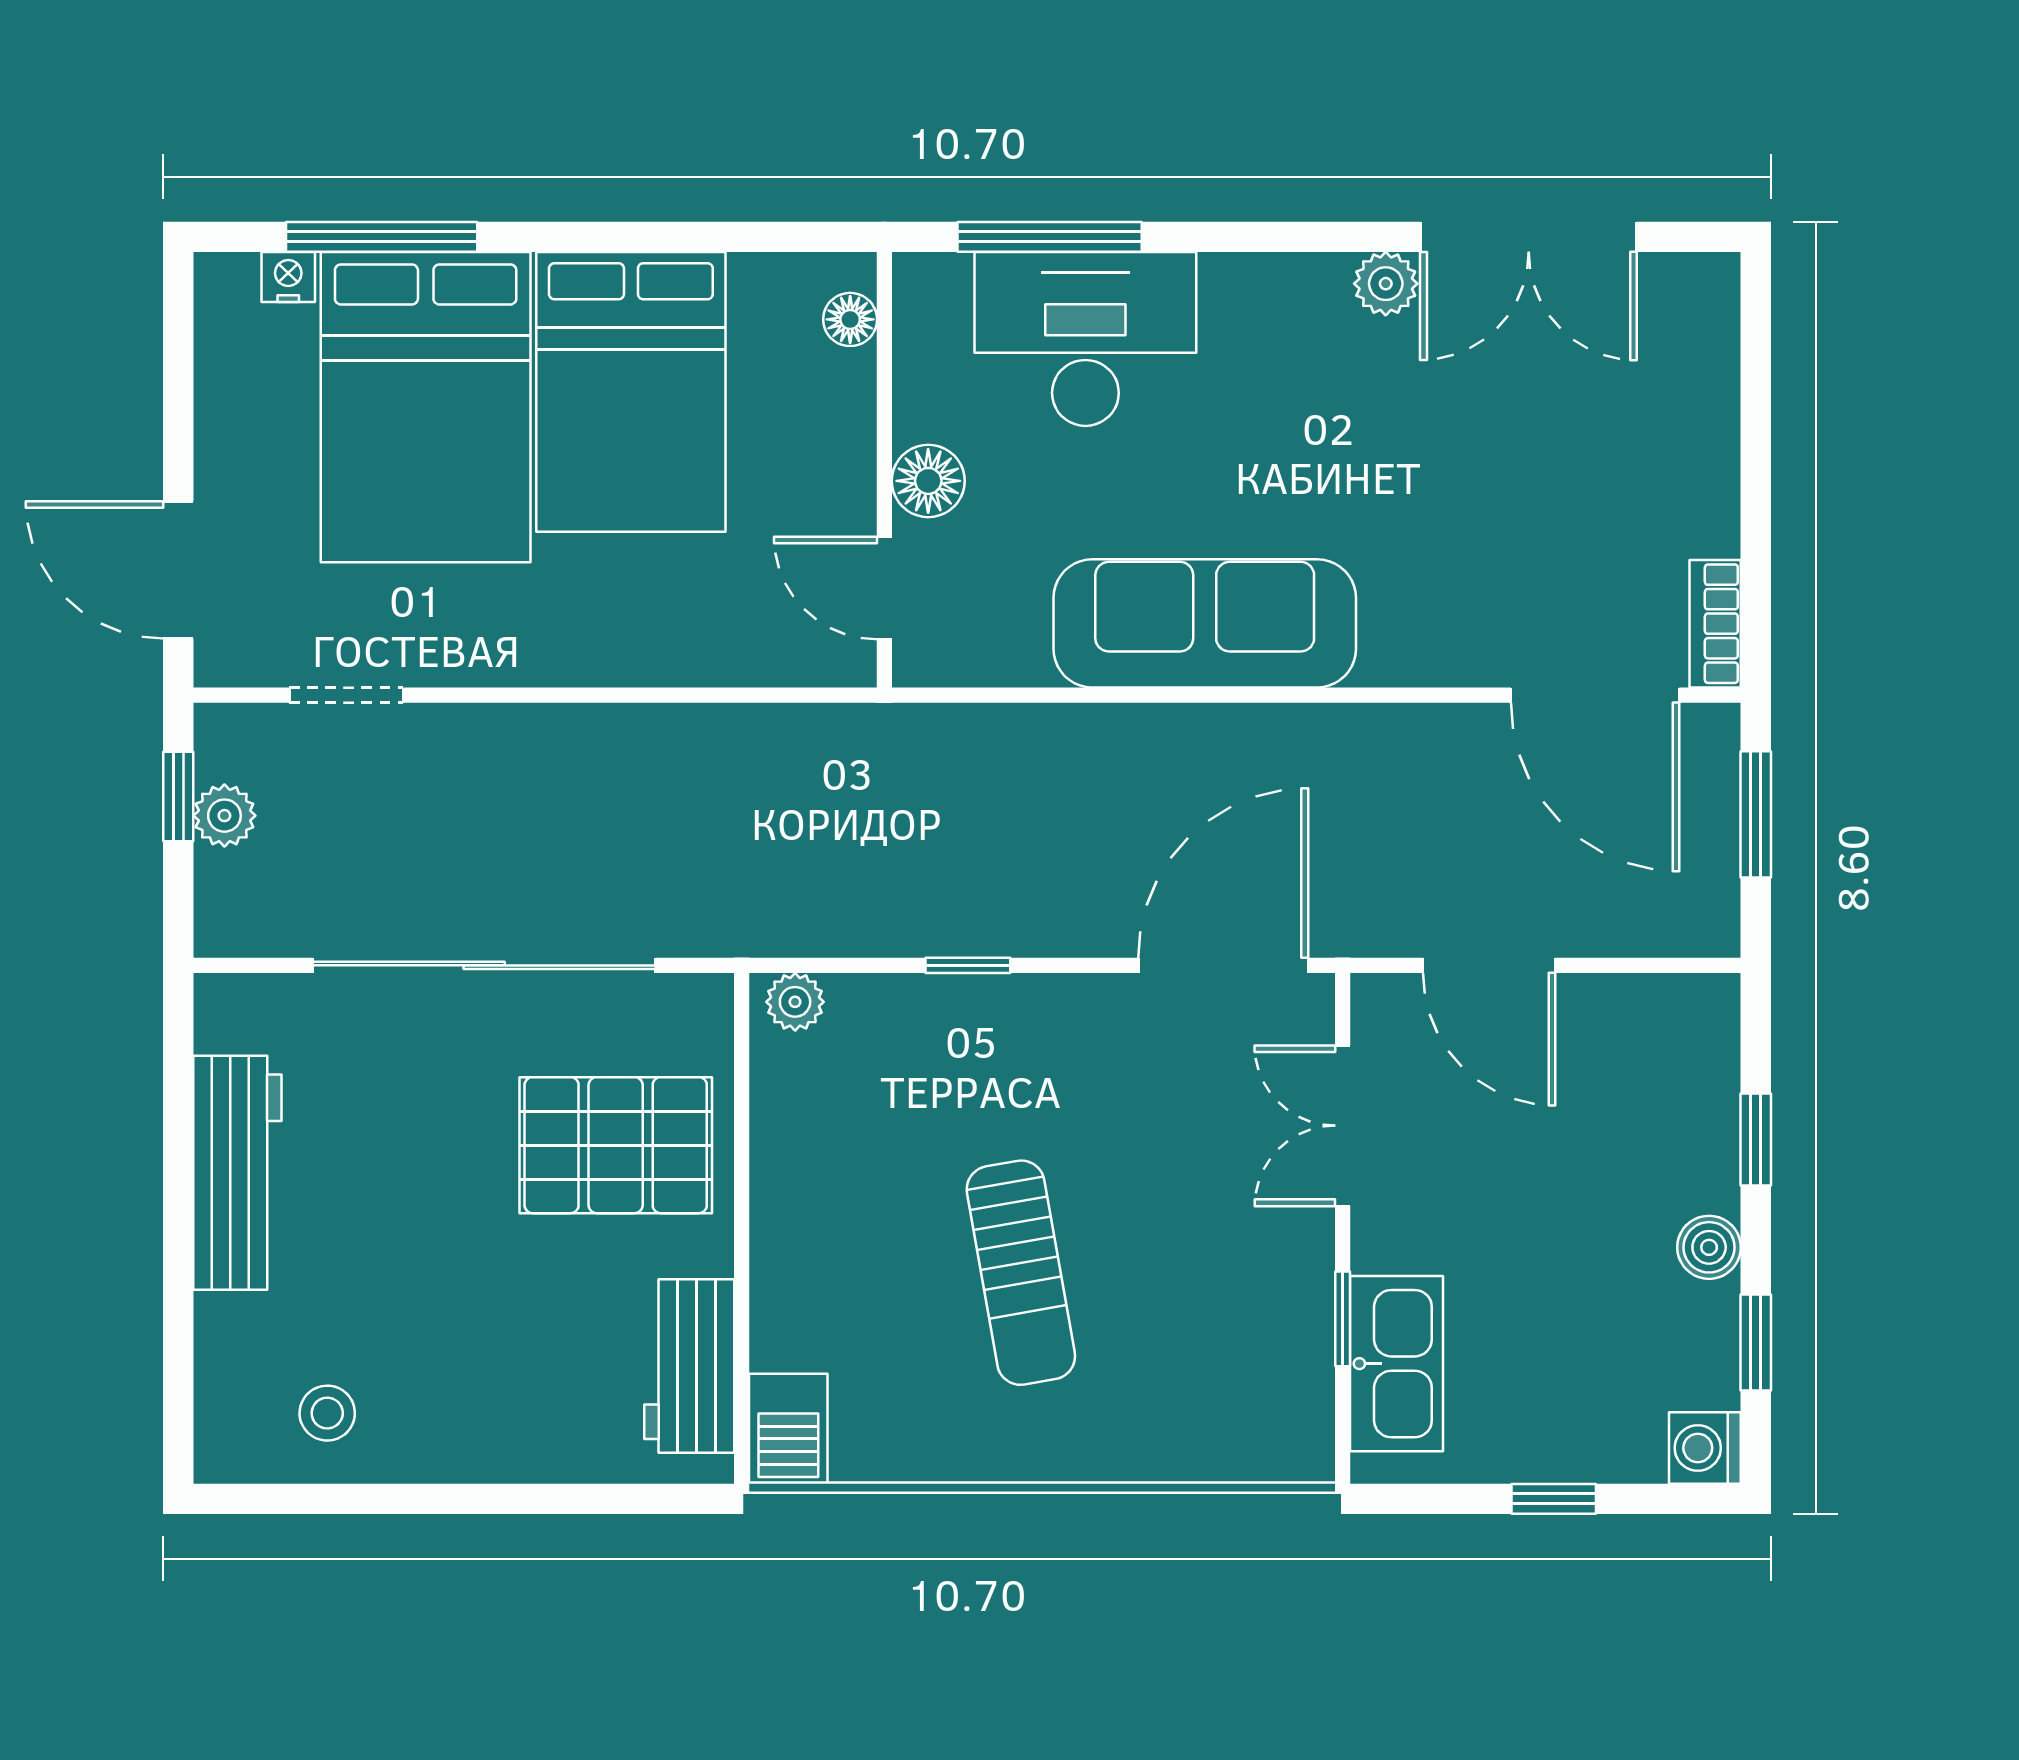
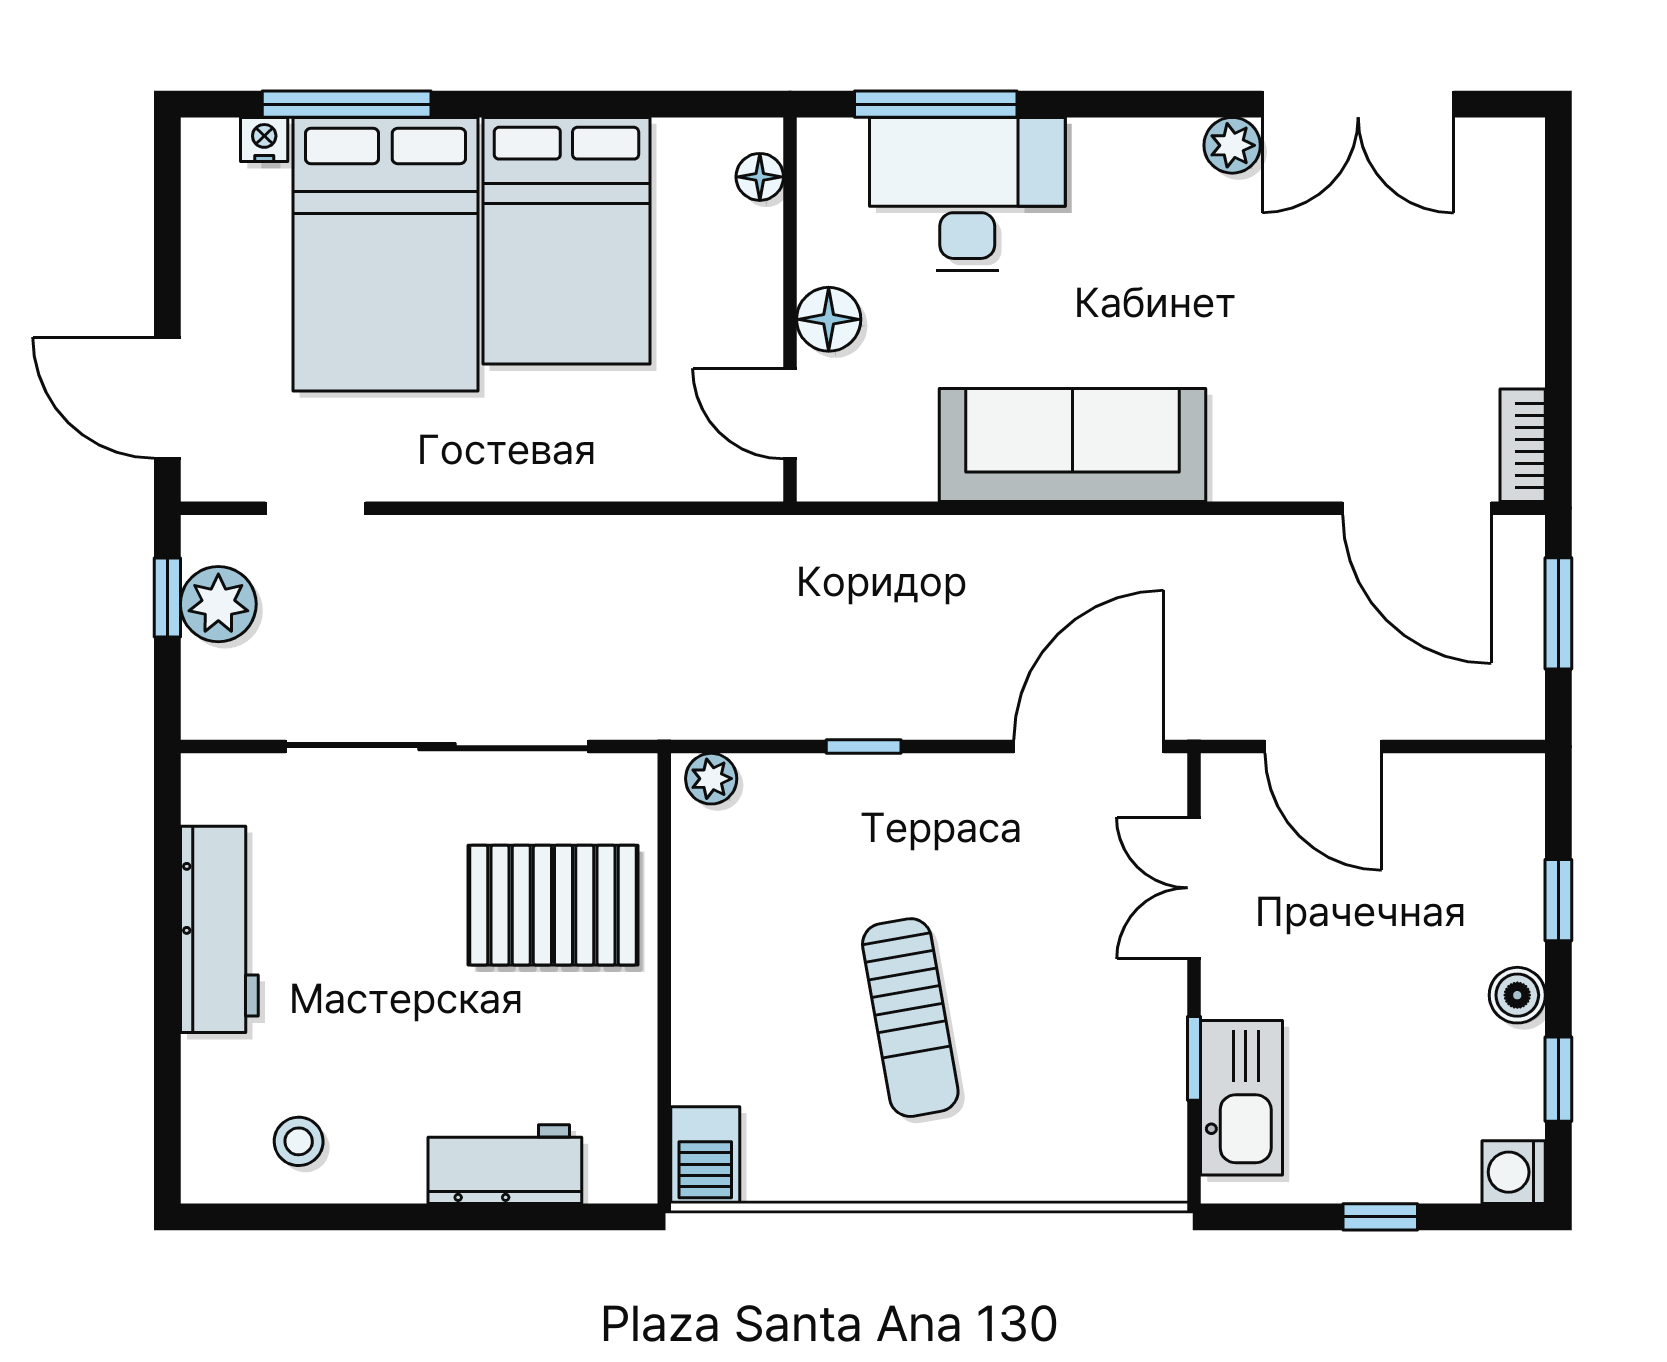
plant: (224, 816) -> (218, 604), width x1.38, depth x1.38
workbench: (689, 1366) -> (505, 1164), moved, turned 90

